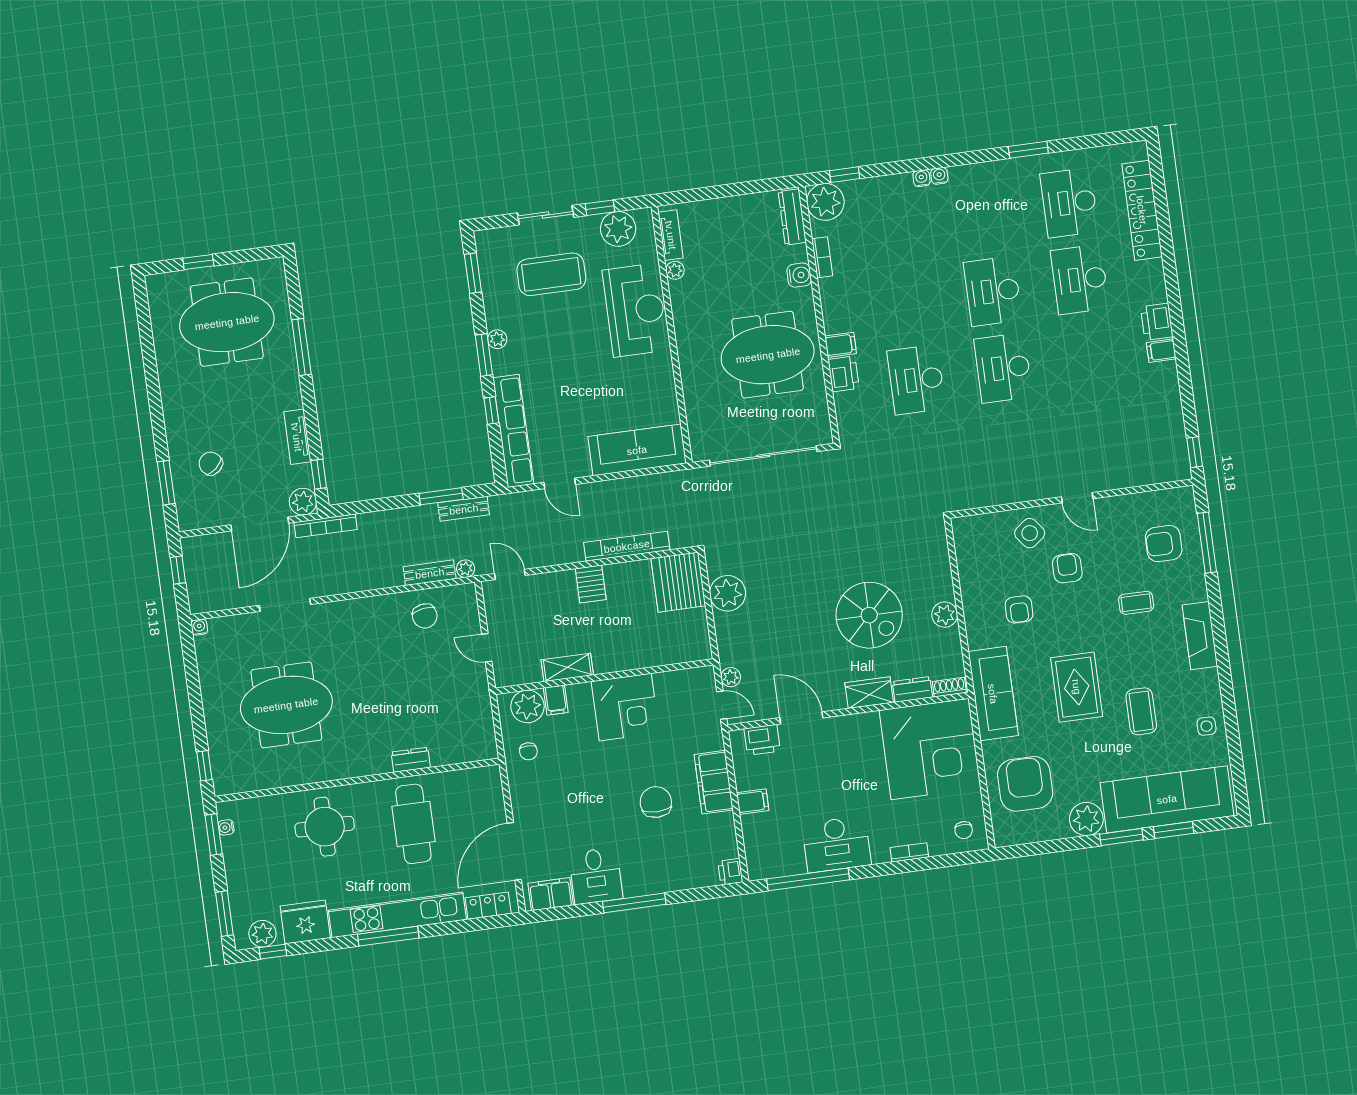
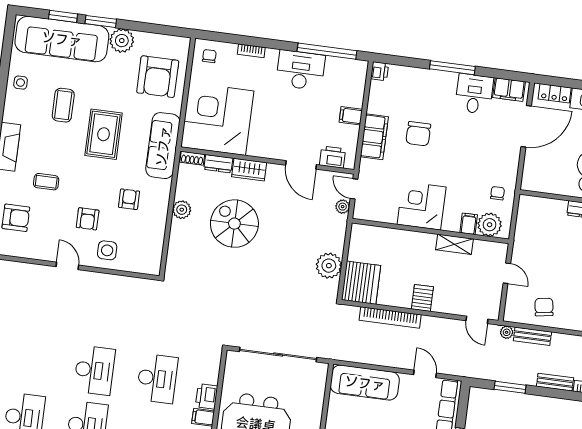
bench: (464, 509) -> (555, 382), moved
side table: (1030, 533) -> (107, 250), turned 38

